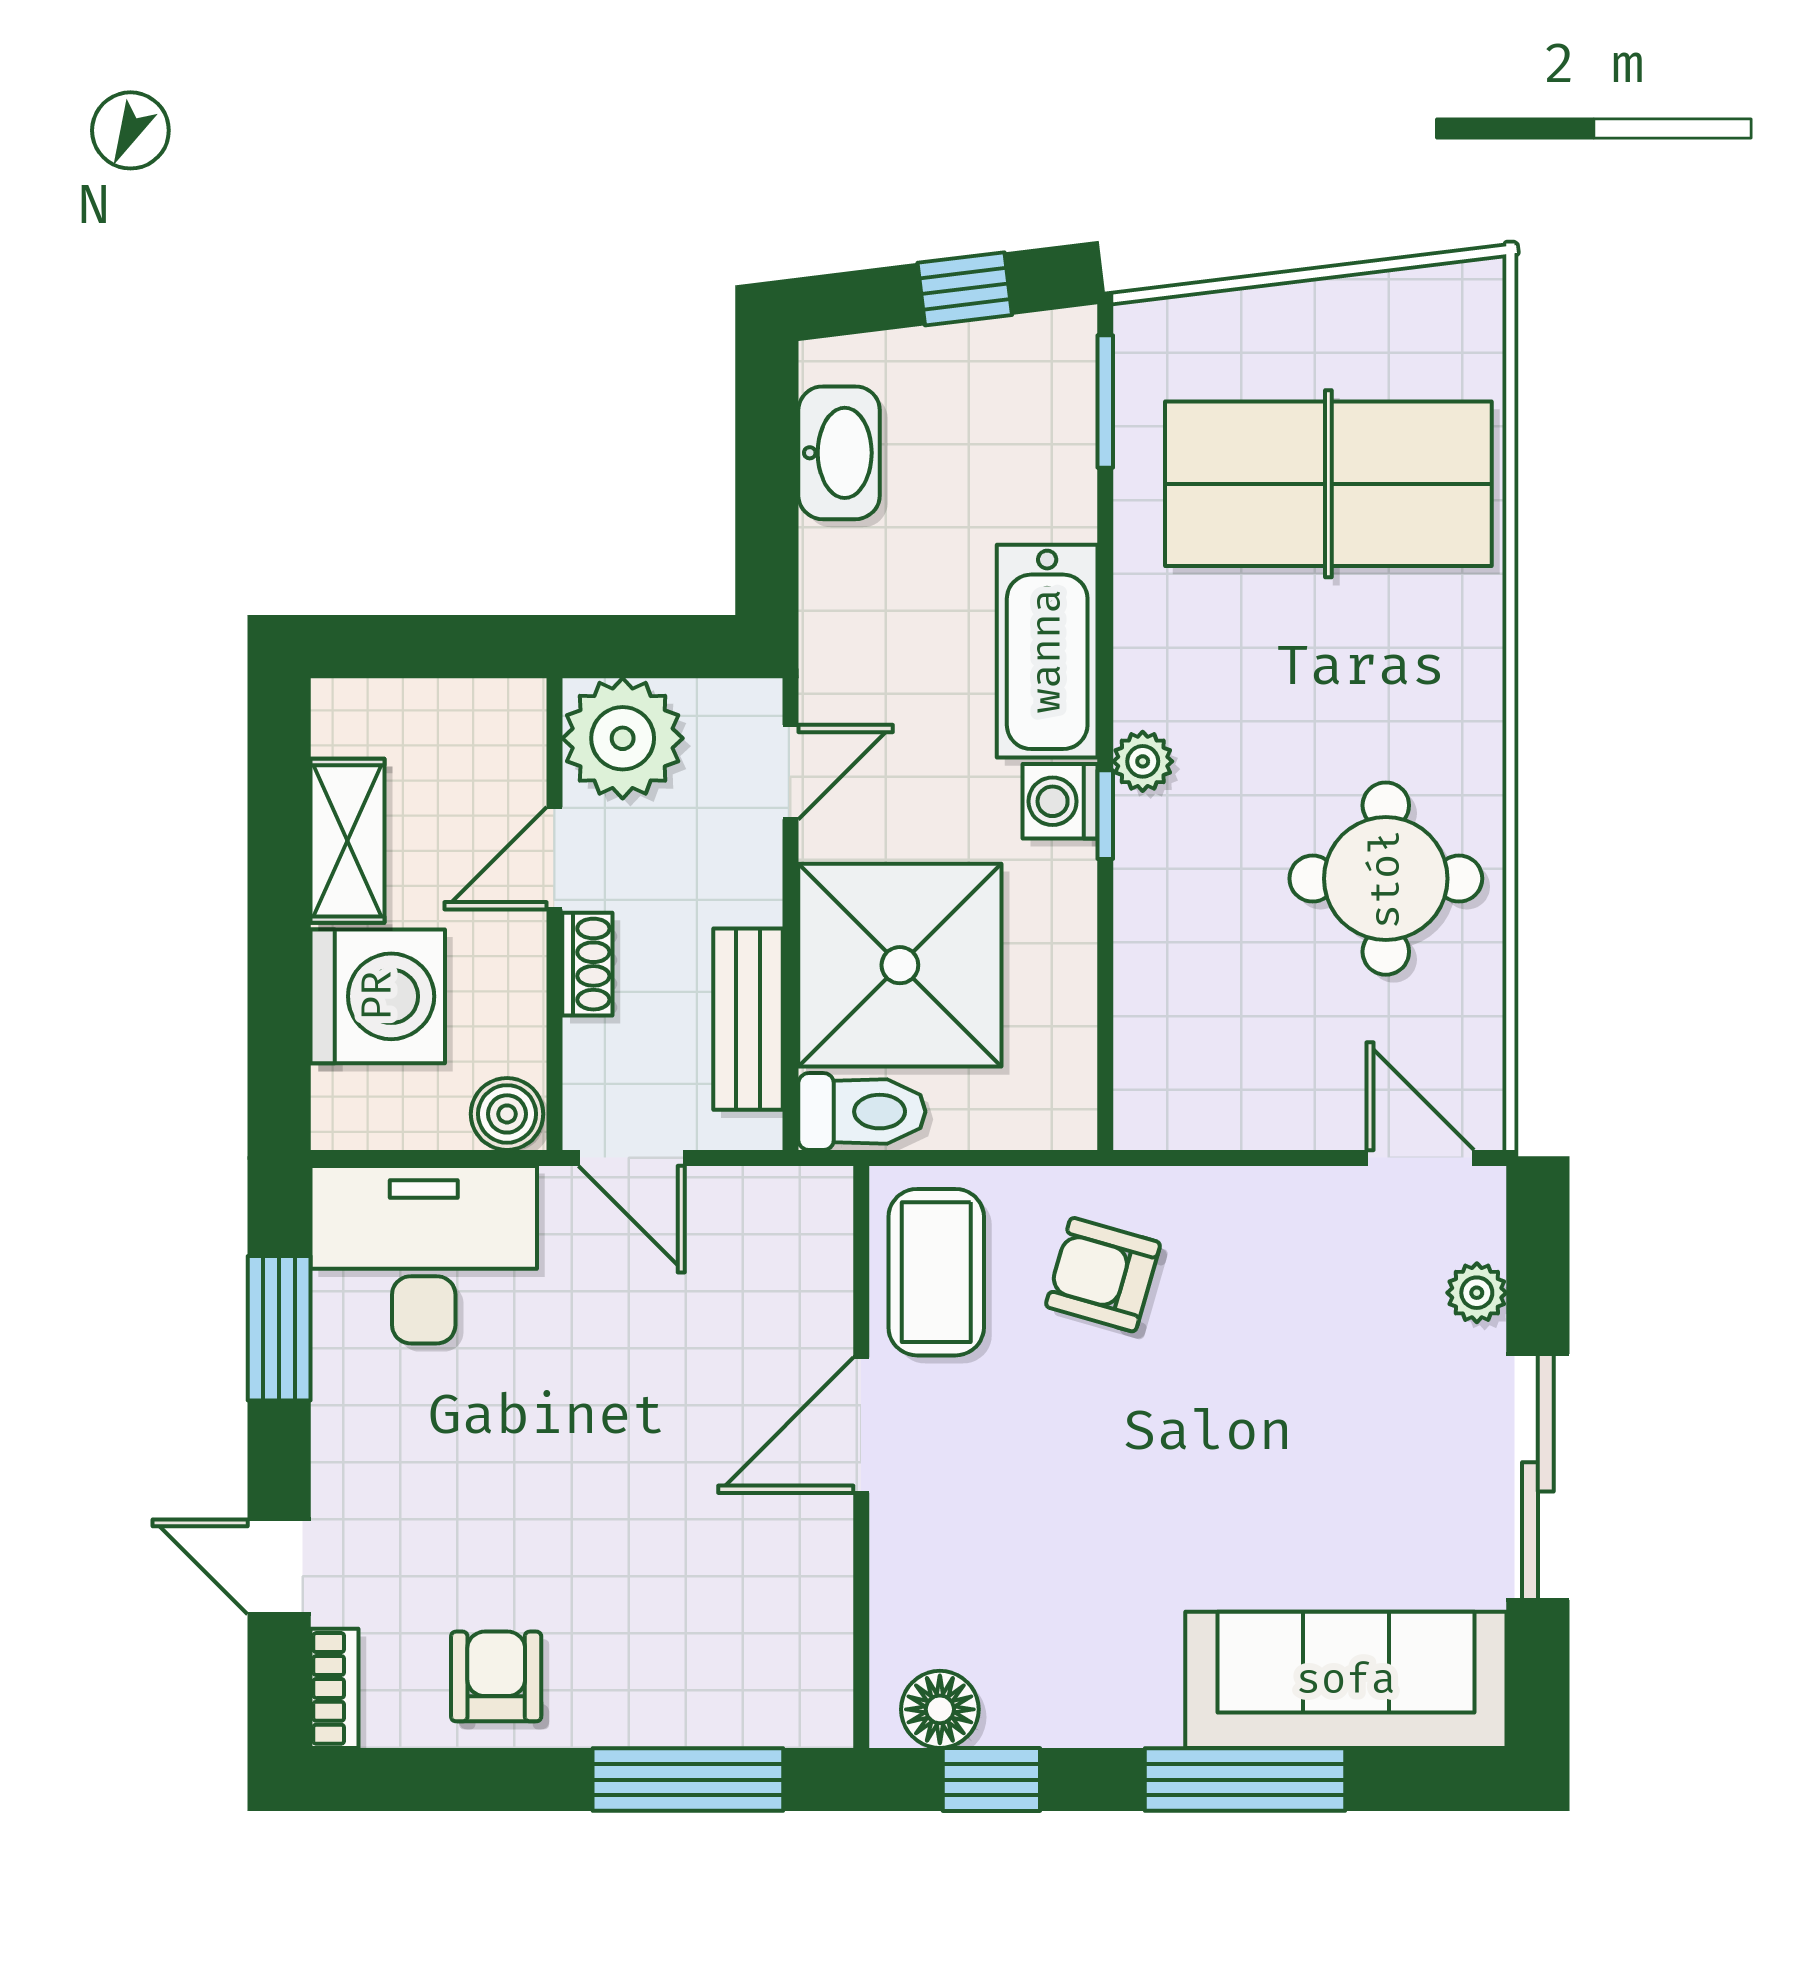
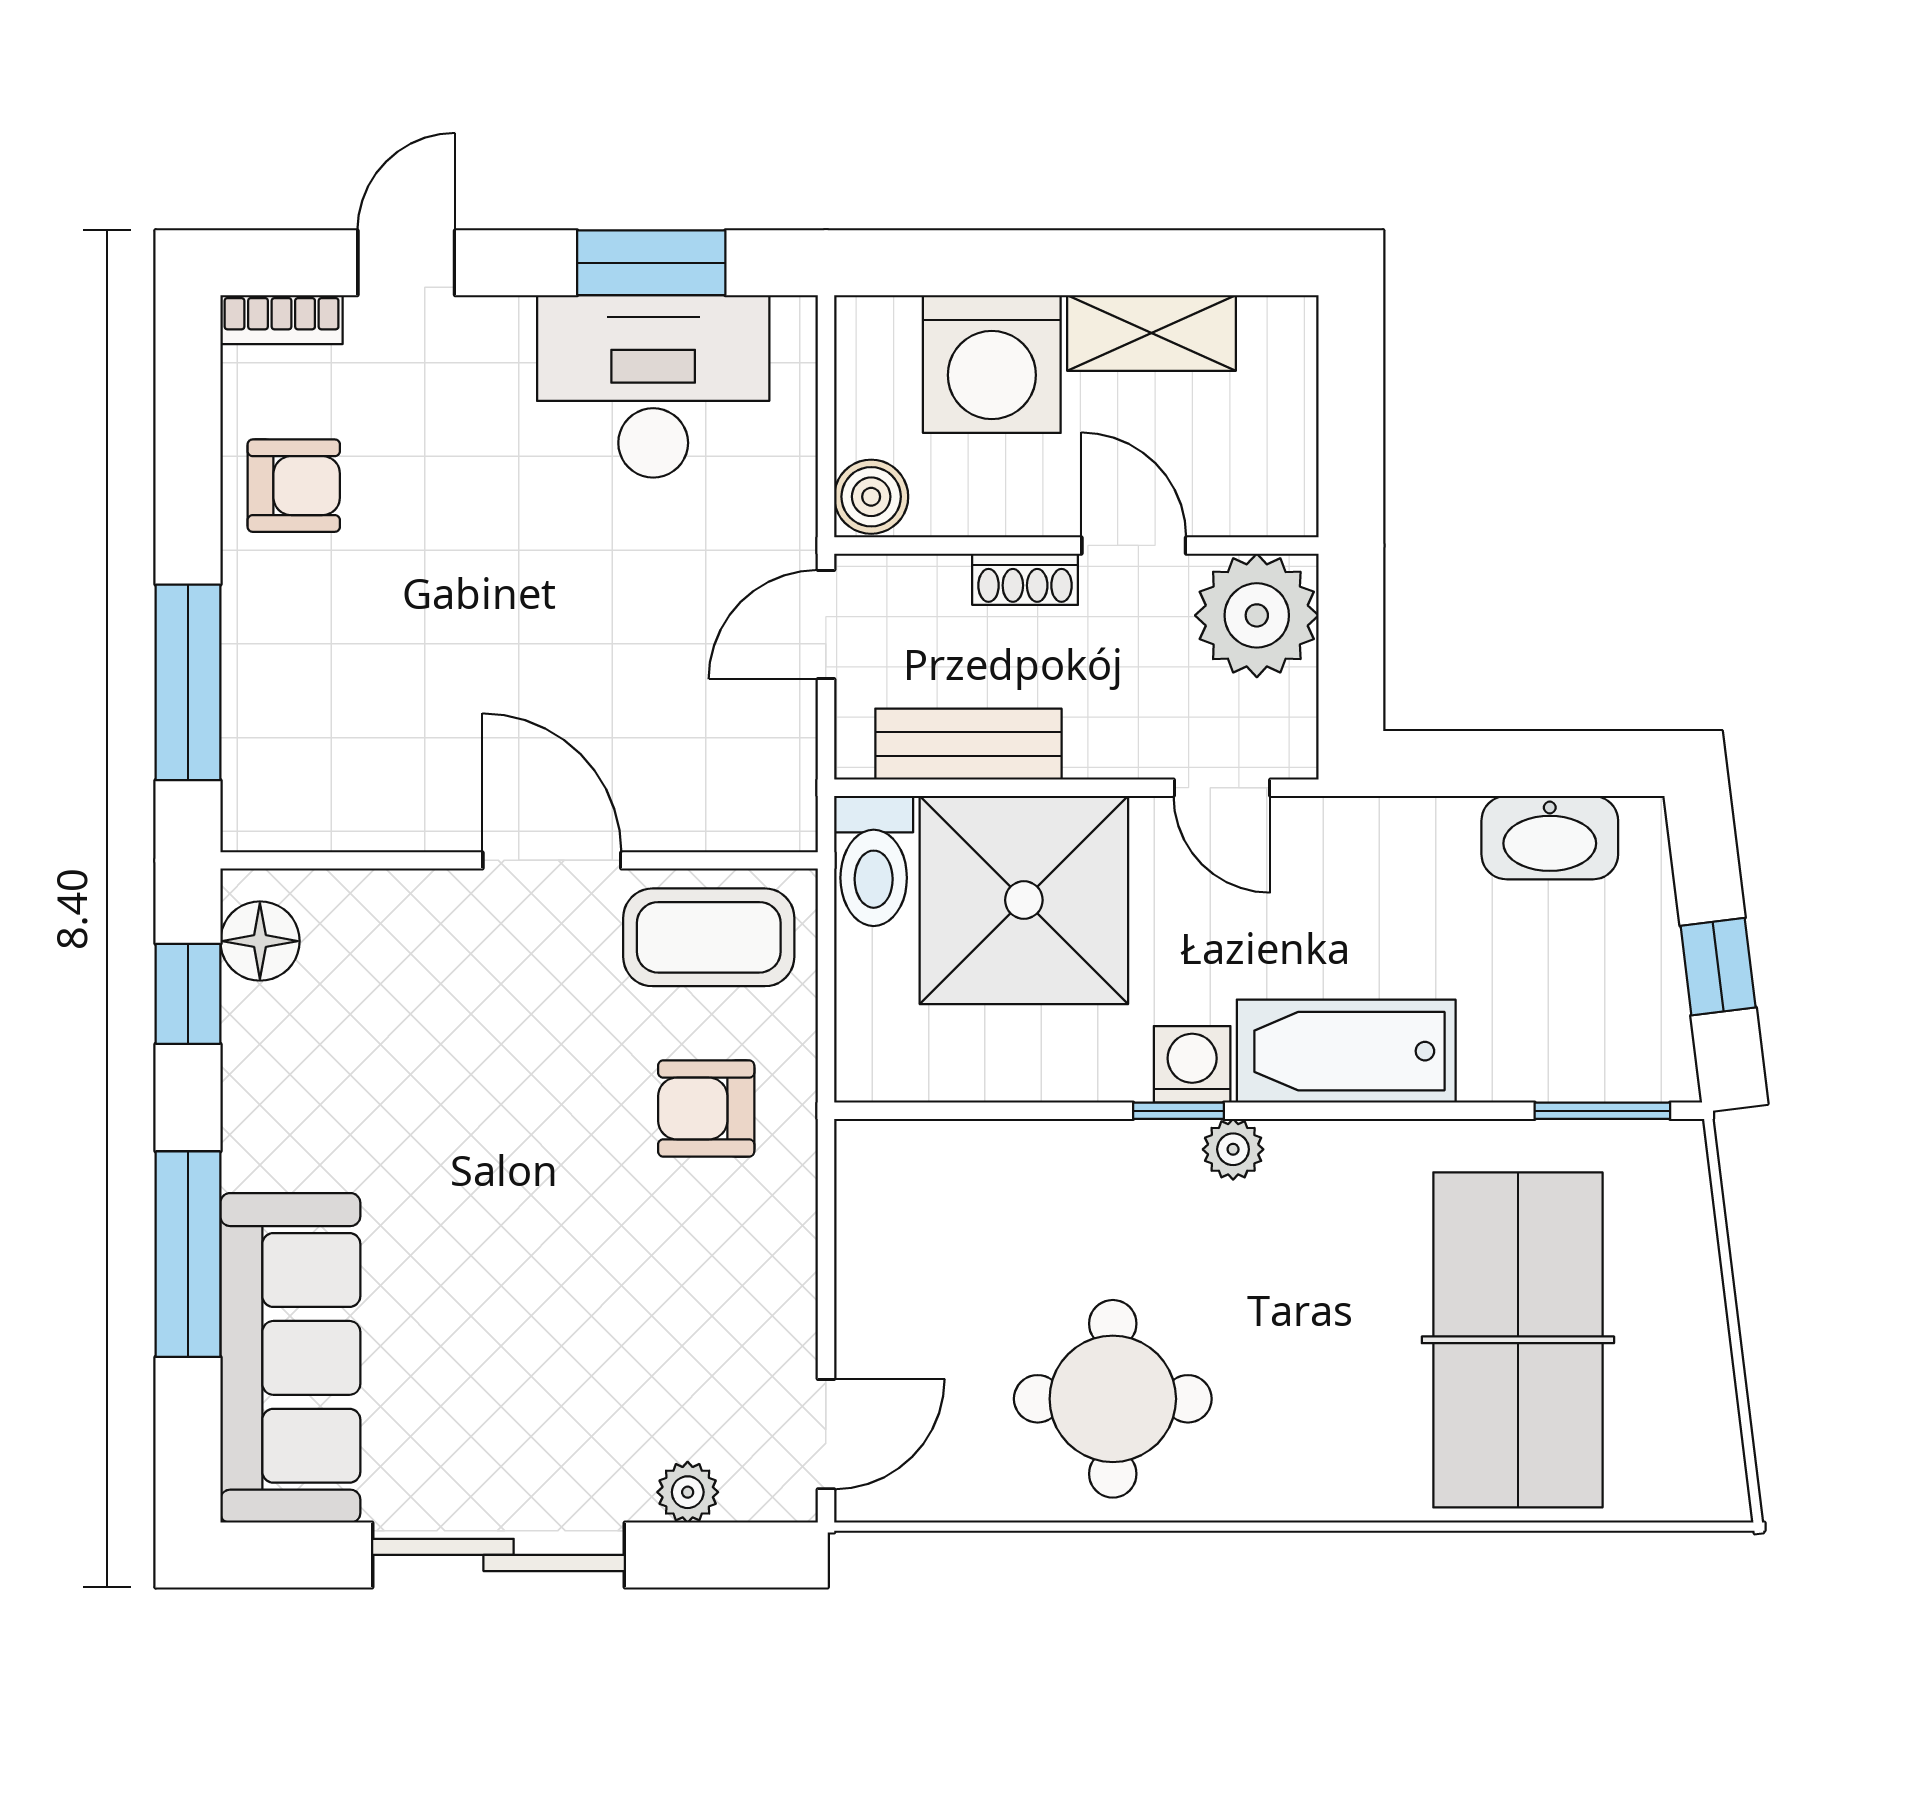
desk: (424, 1255) -> (653, 386), moved, turned -90
armchair: (1103, 1275) -> (706, 1109), turned -106

